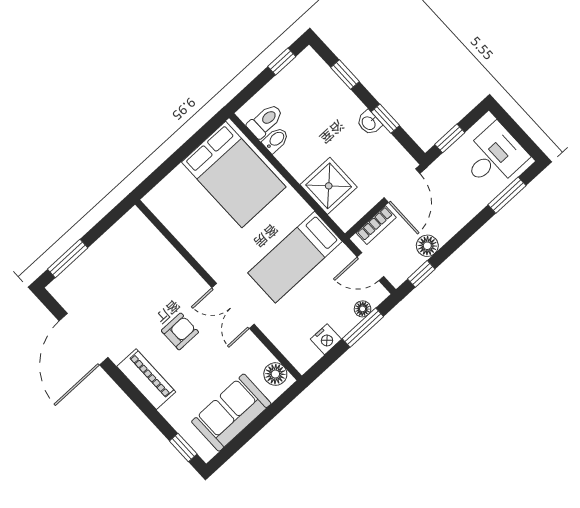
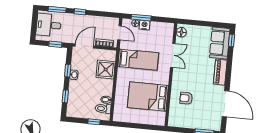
window: (282, 62) -> (94, 122), moved
bed: (234, 174) -> (148, 97), moved, turned -90
floor lamp: (427, 246) -> (96, 21), removed
window: (421, 274) -> (80, 12), moved
double door: (233, 306) -> (173, 55), moved
armchair: (180, 331) -> (186, 98), moved
door: (84, 339) -> (226, 104), hinge flipped
nightstand: (326, 339) -> (144, 25), moved
sofa: (231, 413) -> (220, 43), moved, turned 90

